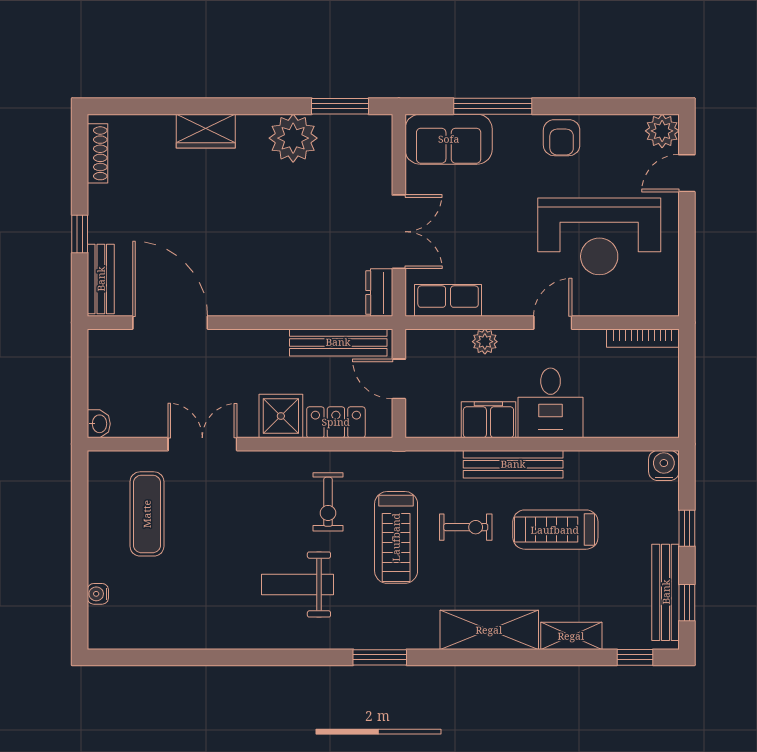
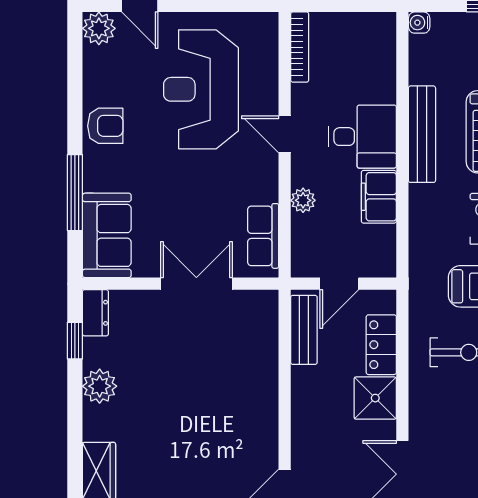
window: (340, 106) -> (75, 341), width x0.67
plant: (293, 138) -> (100, 386), width x0.73, depth x0.73
reception desk: (599, 236) -> (201, 89), turned 180
dresser: (379, 293) -> (95, 313), moved, turned -90
bench: (338, 342) -> (304, 330), width x0.73
bench: (513, 464) -> (422, 134), moved
water cooler: (664, 465) -> (419, 23), width x0.72, depth x0.72

